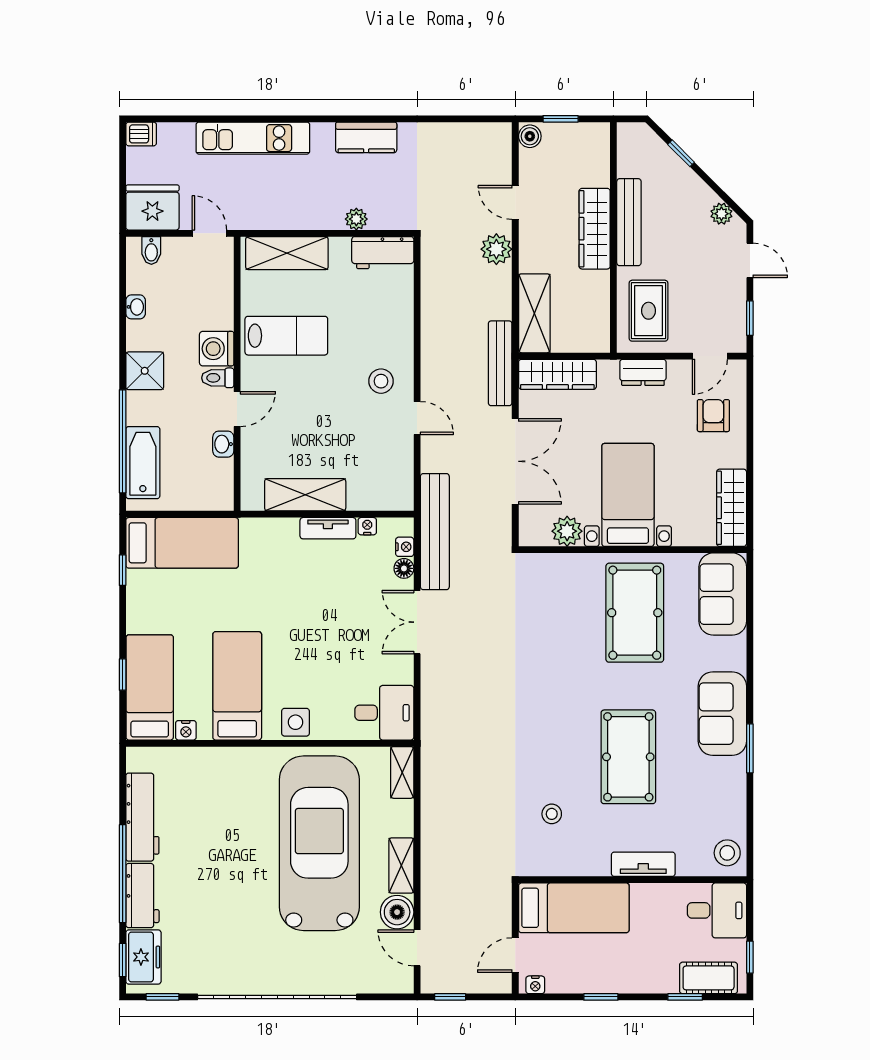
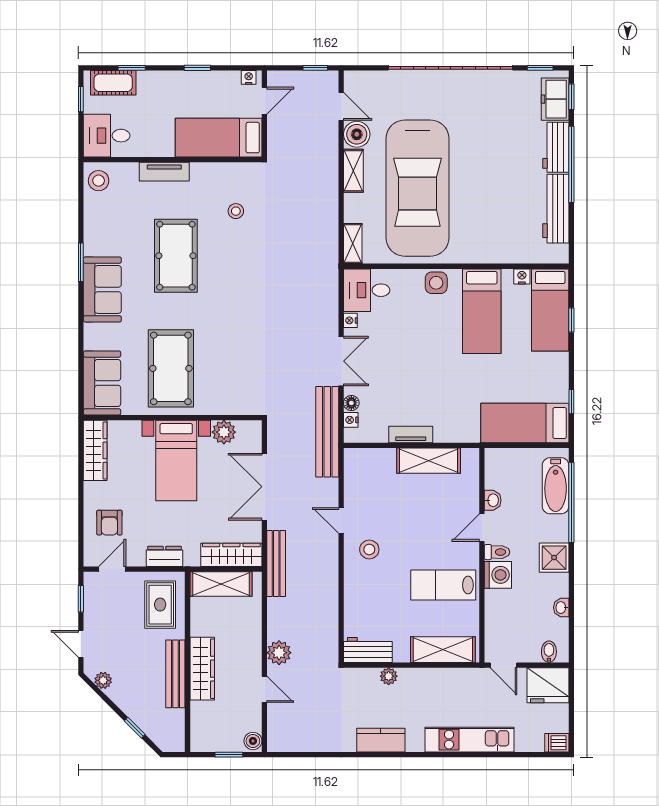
shelving: (534, 313) -> (221, 584), moved, turned 90
nightstand: (367, 526) -> (350, 320), moved, turned 90

